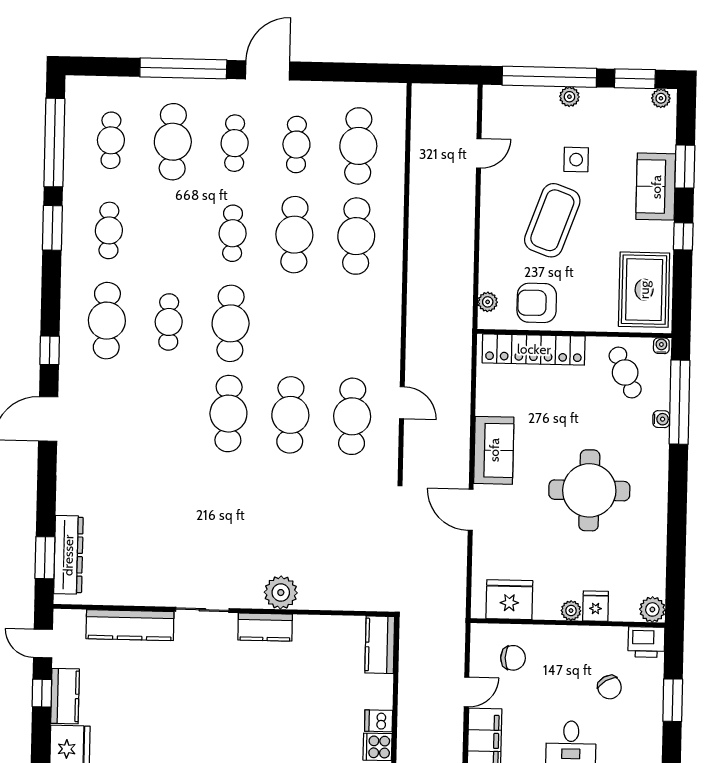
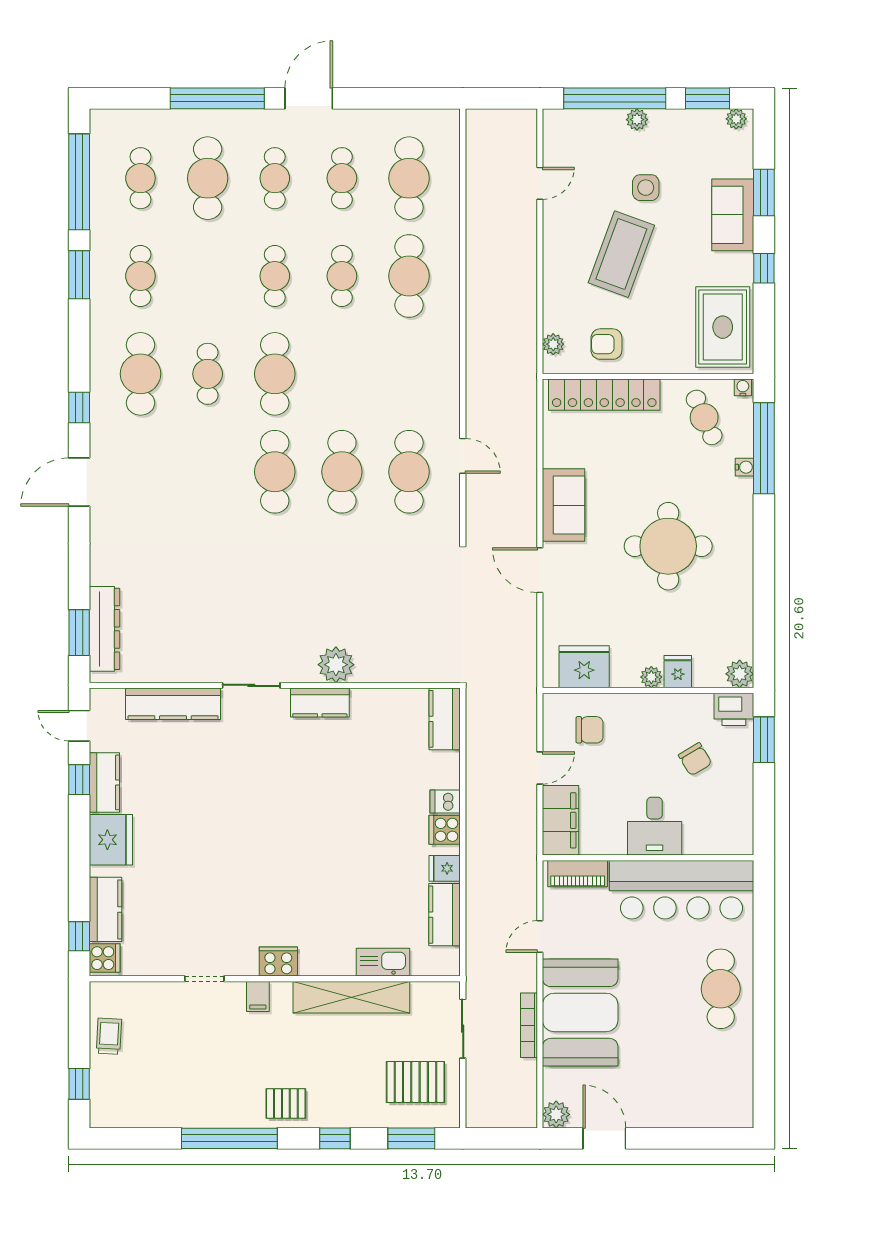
cafe table: (294, 235) -> (342, 276), width x0.73, depth x0.74
armchair: (537, 303) -> (606, 344), width x0.72, depth x0.72
window: (673, 700) -> (764, 740), moved

